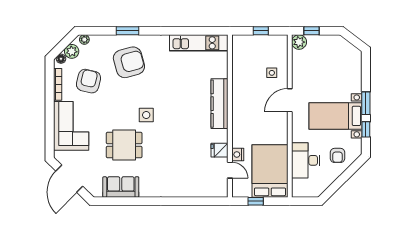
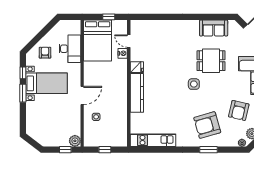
fridge: (220, 150) -> (137, 67), moved

